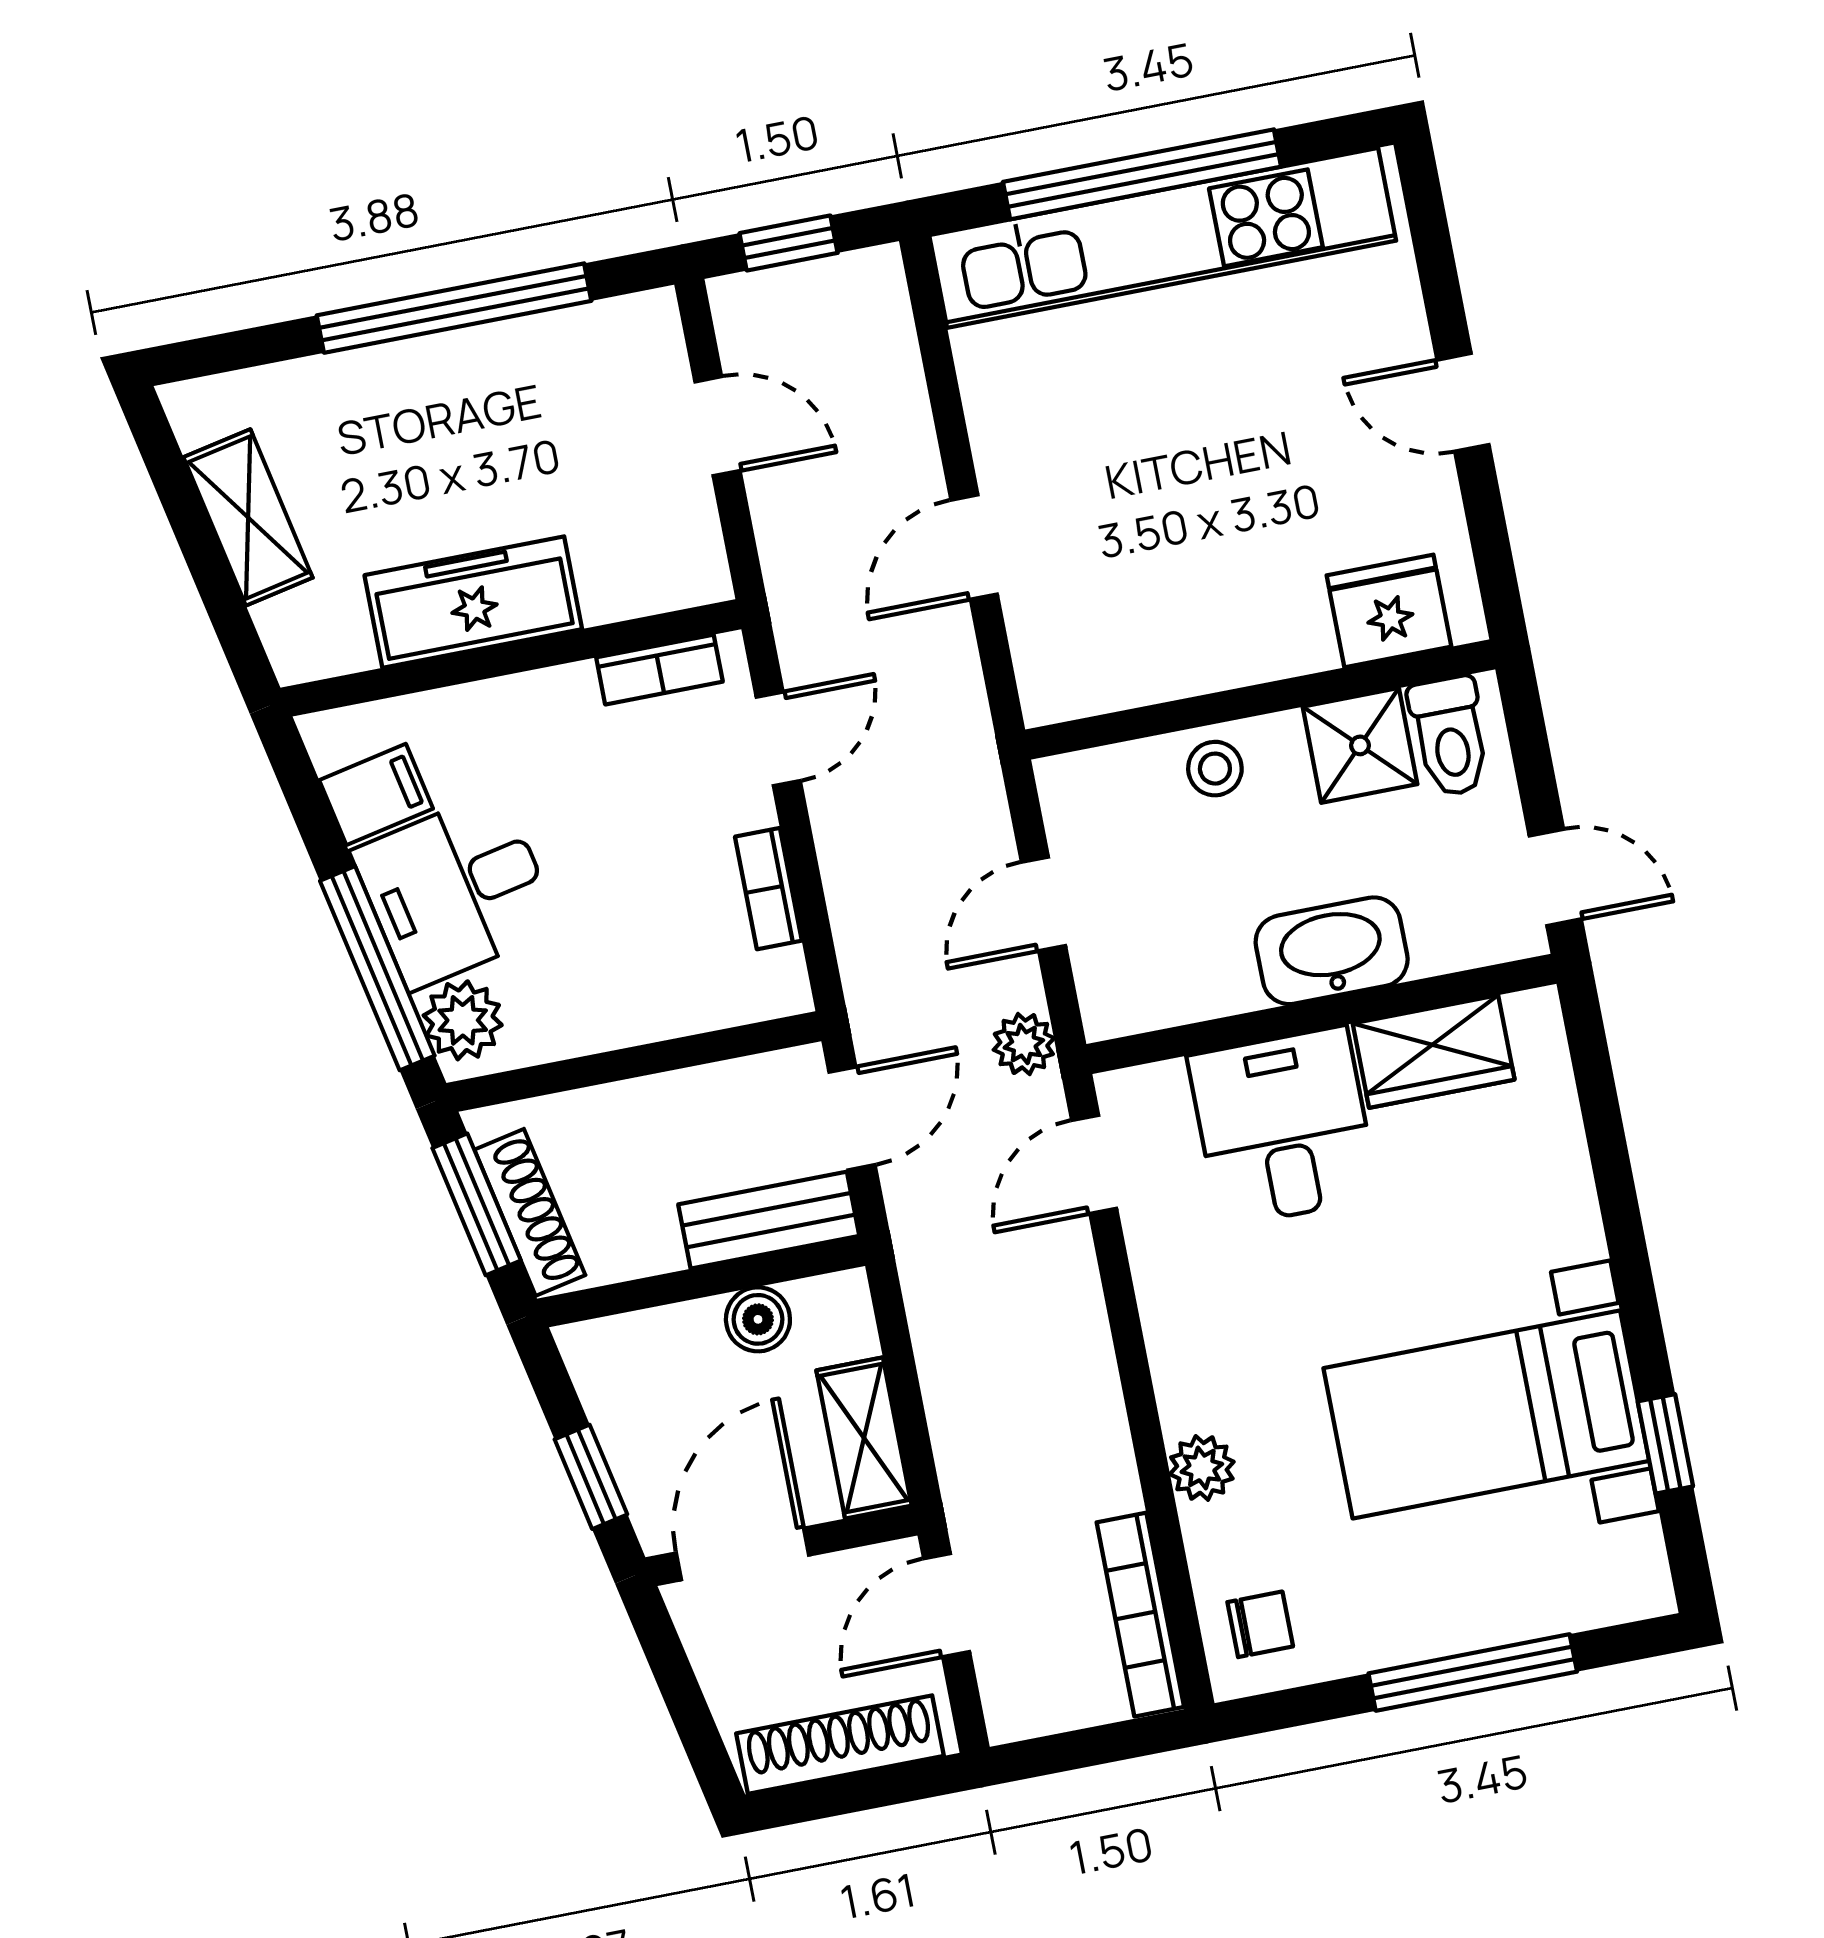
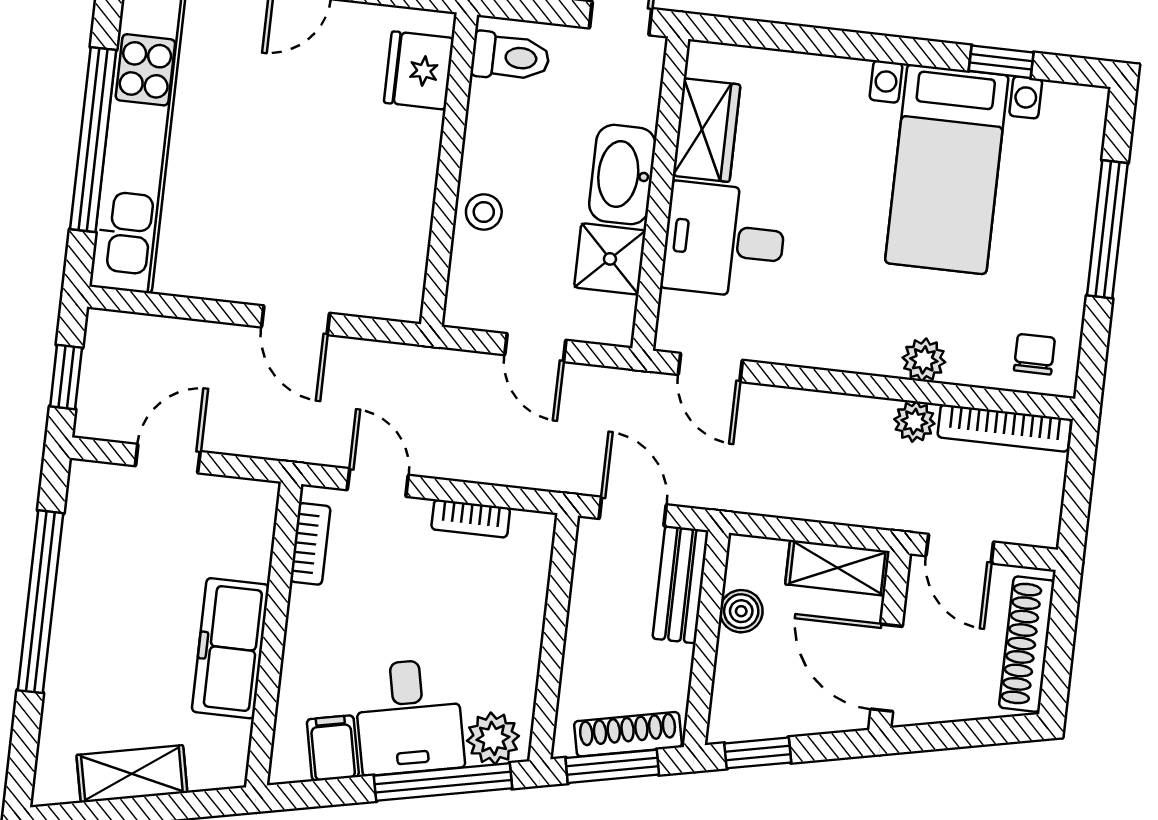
shower: (1360, 745) -> (610, 259), moved
plant: (1024, 1044) -> (914, 421), moved
window: (591, 1477) -> (758, 753), moved

